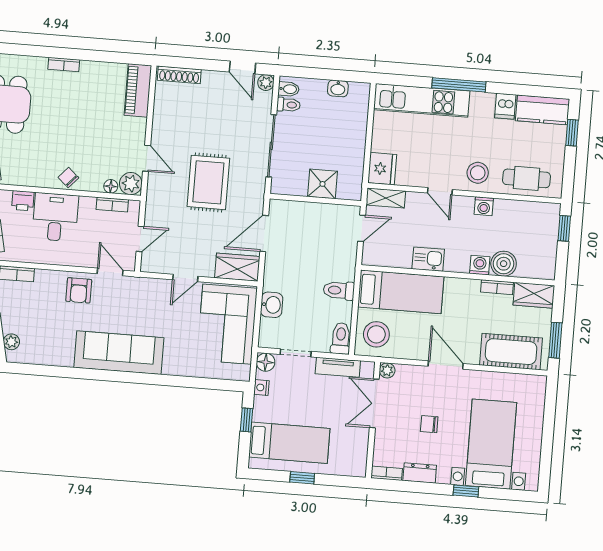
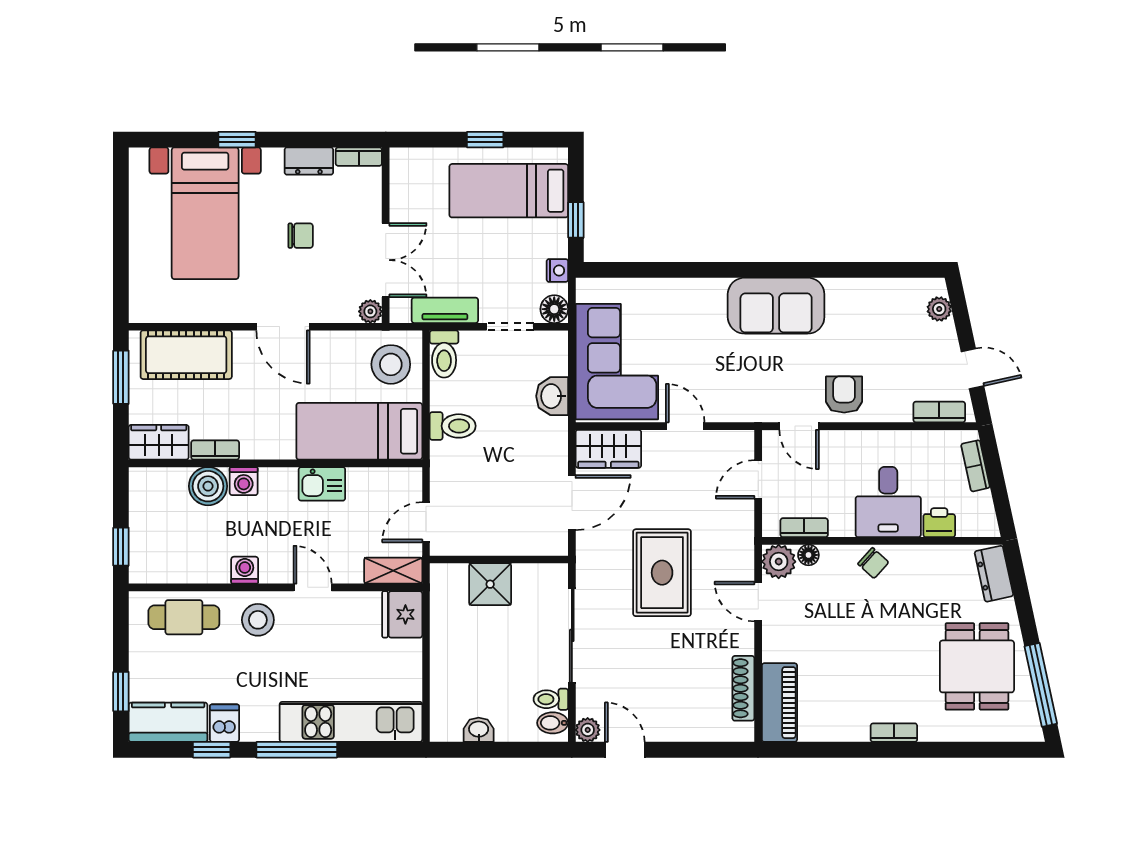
shoe rack: (179, 75) -> (743, 688), moved, turned -90
window: (515, 89) -> (212, 750), added
door: (185, 278) -> (685, 426), hinge flipped
sofa: (119, 353) -> (776, 306), width x0.73

